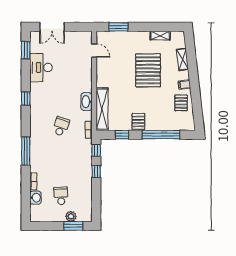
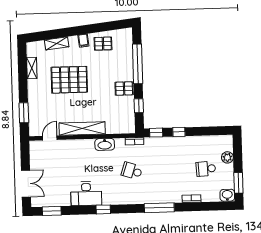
desk: (41, 67) -> (86, 194), moved
shelving: (102, 109) -> (82, 129), moved
washbasin: (36, 198) -> (227, 195), moved
window: (73, 226) -> (238, 183), moved

